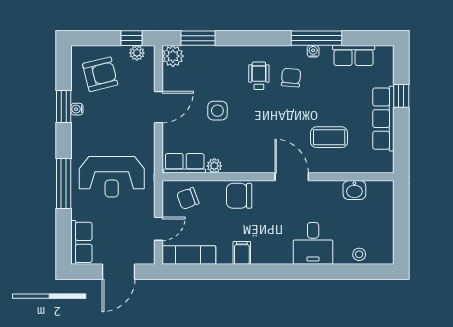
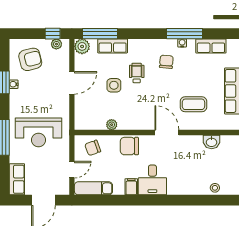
window: (198, 38) -> (100, 34), width x1.44
wheelchair: (259, 76) -> (137, 73), moved
row of seats: (185, 163) -> (113, 46), moved, turned 180
desk: (313, 243) -> (152, 180), moved

